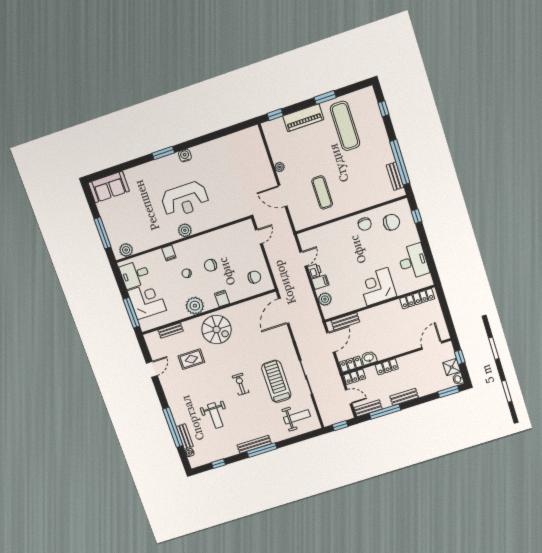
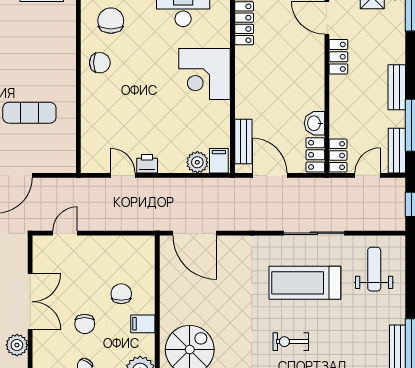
double door: (213, 230) -> (30, 302), added
door: (259, 237) -> (65, 233), hinge flipped
chair: (254, 277) -> (121, 294), moved
filing cabinet: (320, 282) -> (219, 161), moved
locker: (387, 367) -> (338, 57), moved

